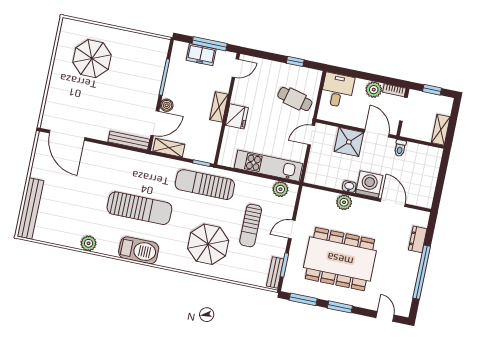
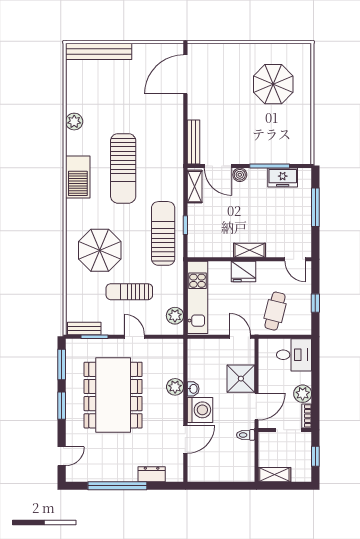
freezer: (201, 55) -> (283, 178), moved, turned -90
door: (235, 68) -> (295, 259), moved
shelving: (219, 107) -> (250, 250), moved
wall: (227, 109) -> (249, 259), moved
fridge: (237, 116) -> (243, 272), moved

